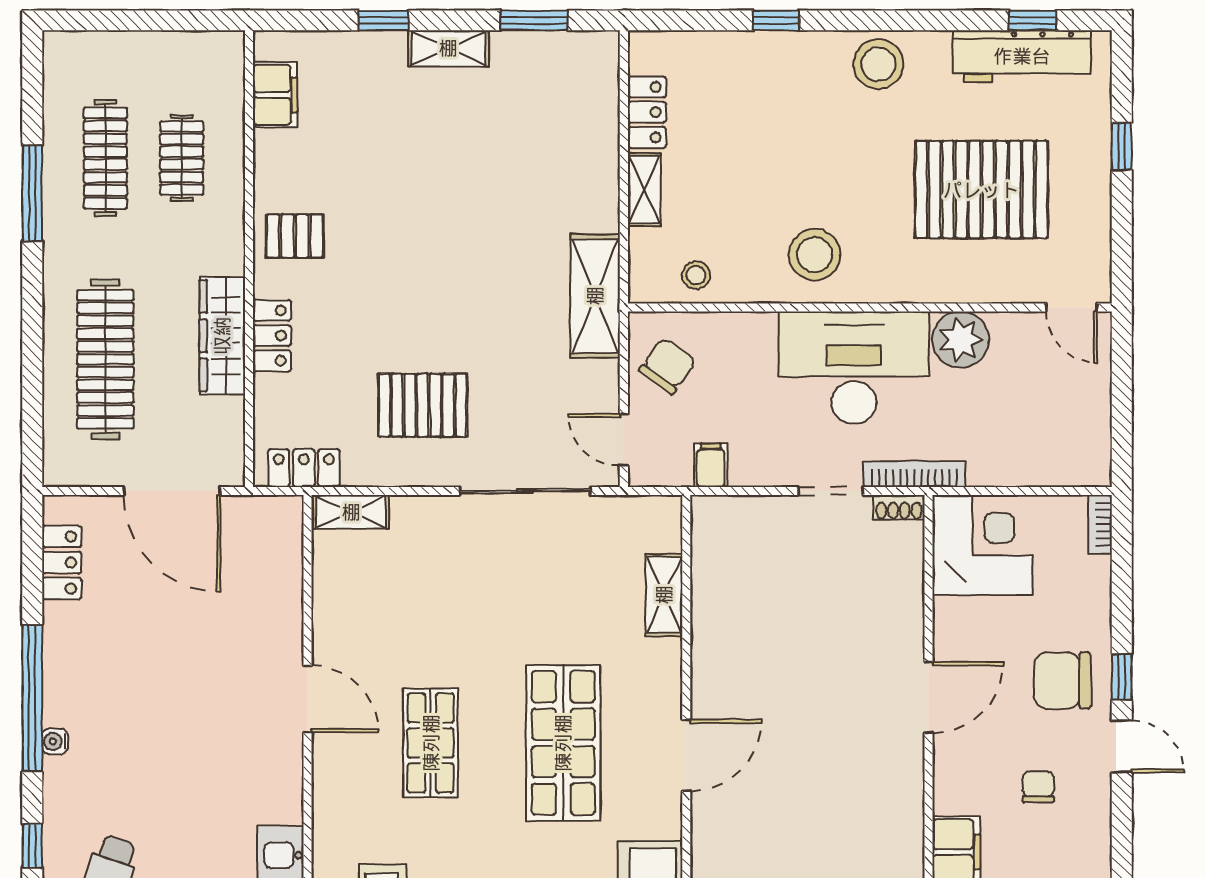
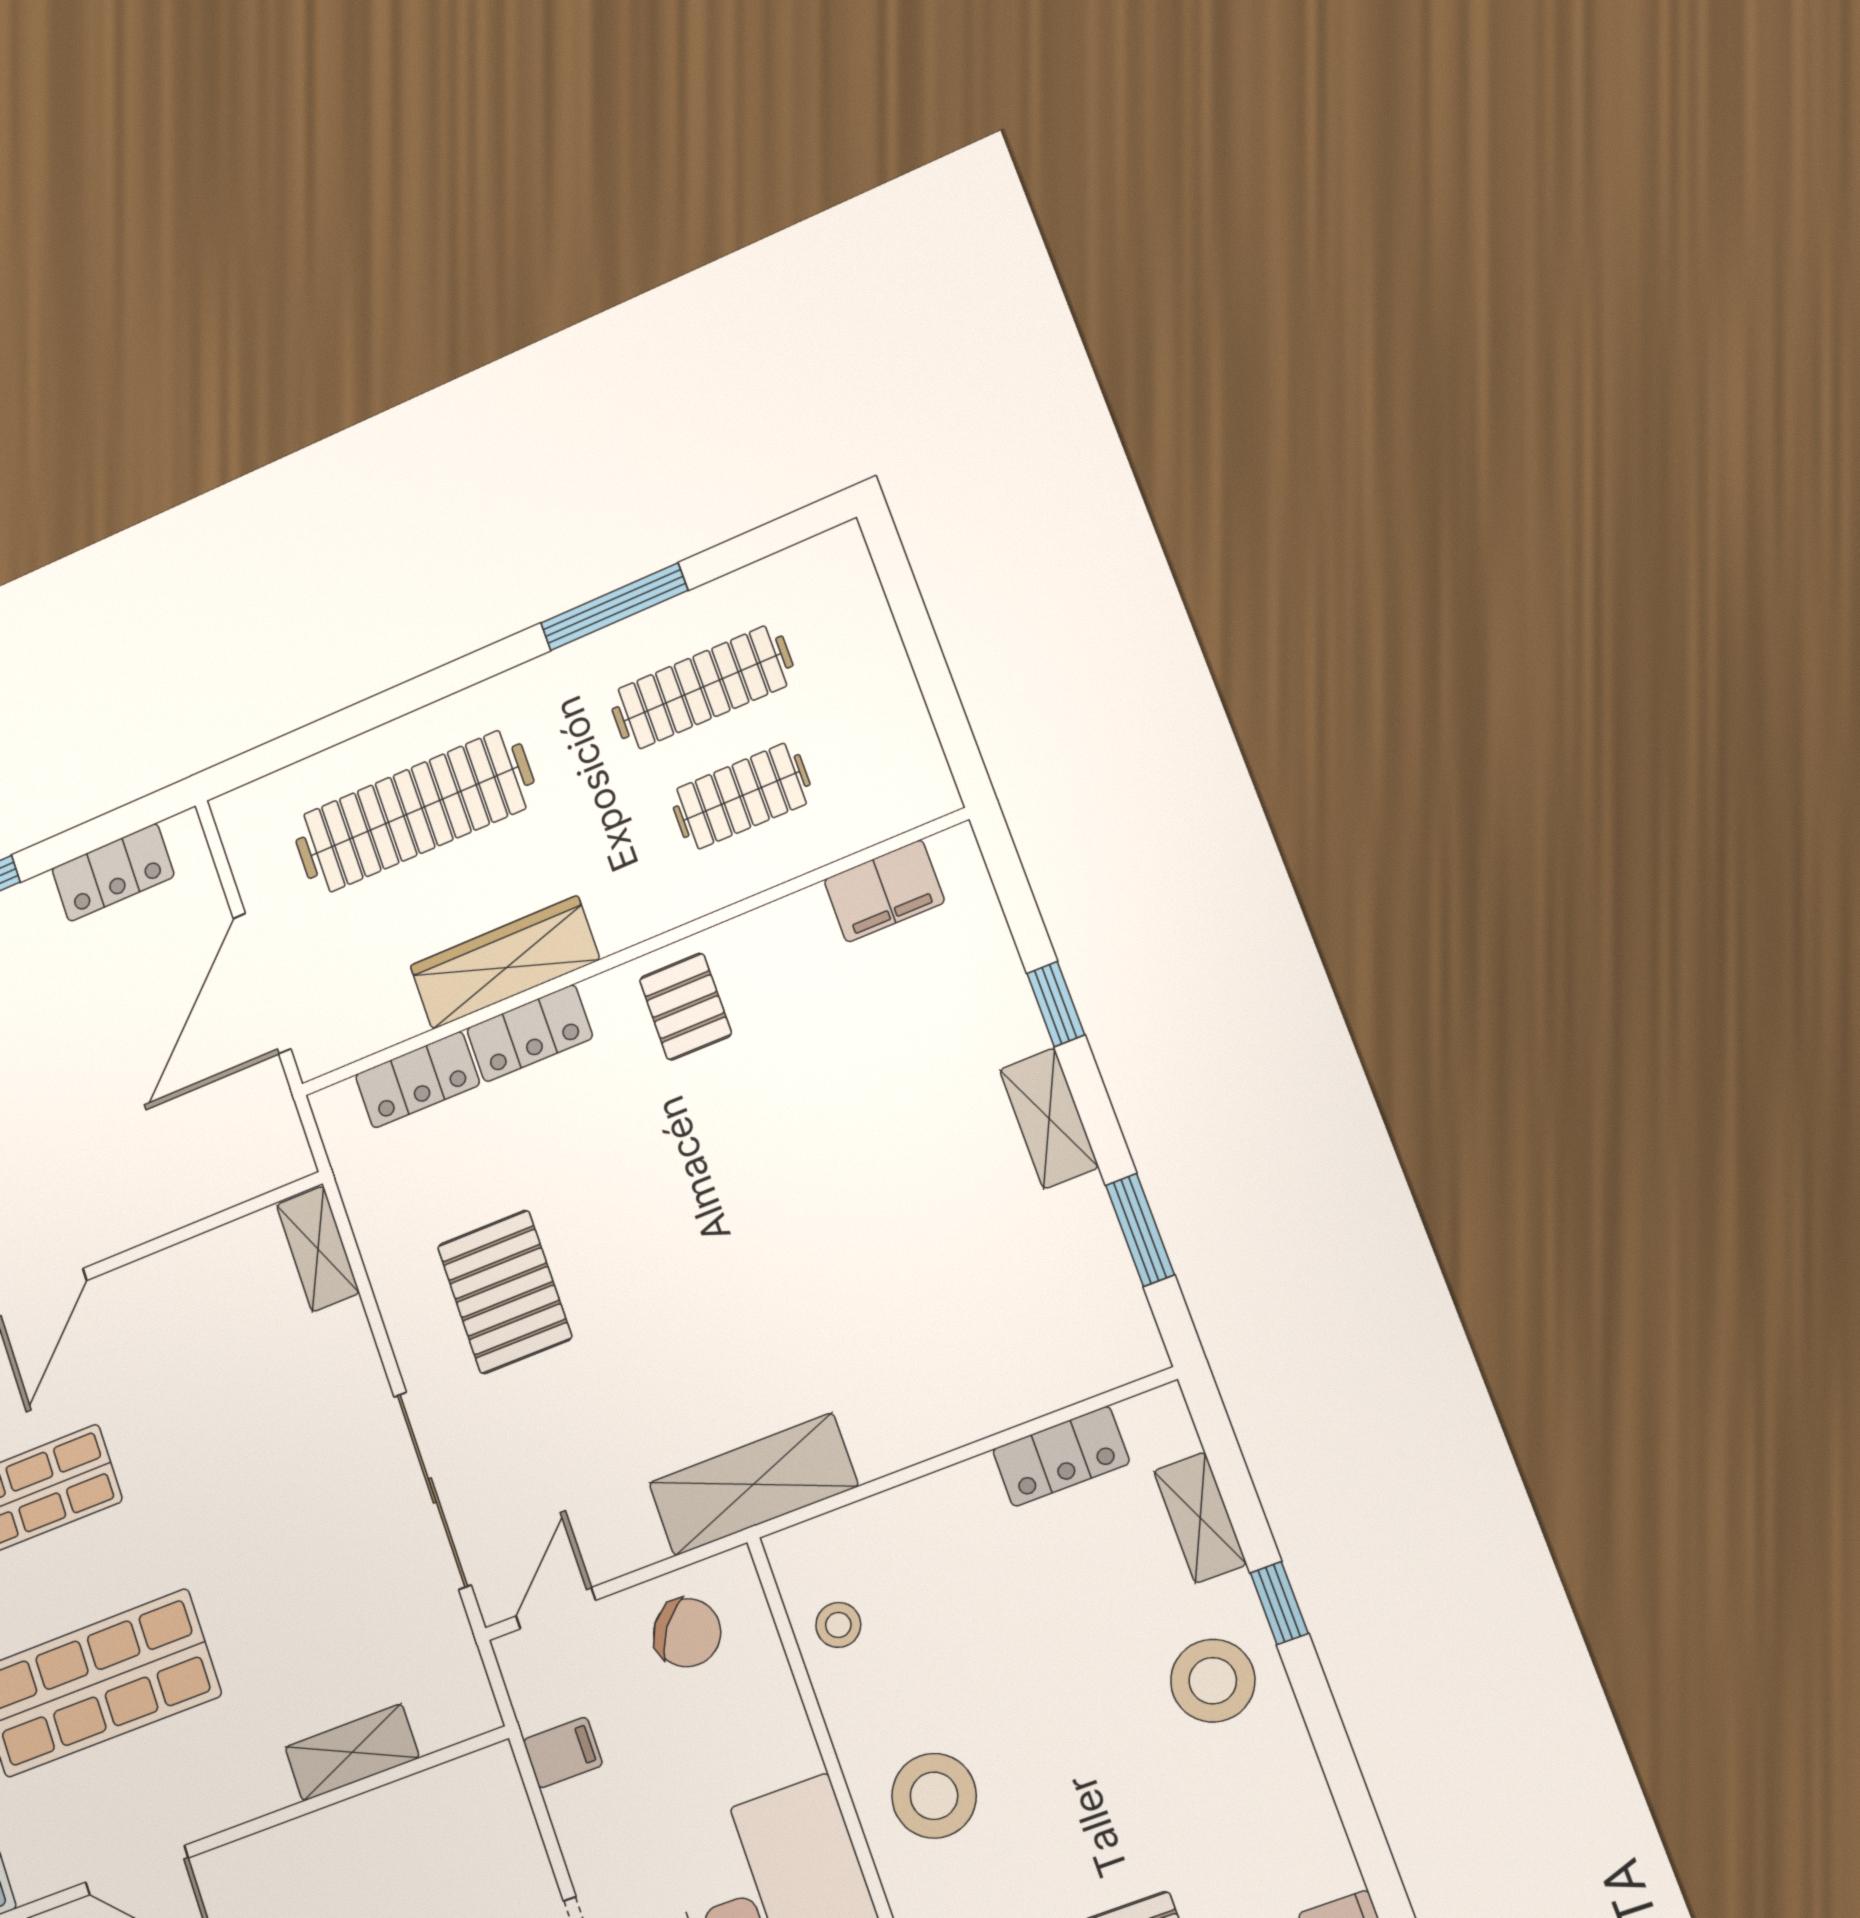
stool: (878, 64) -> (1213, 1681), moved
shelving: (644, 190) -> (1200, 1518), moved, turned 90
locker: (304, 468) -> (417, 1080), moved, turned 90

